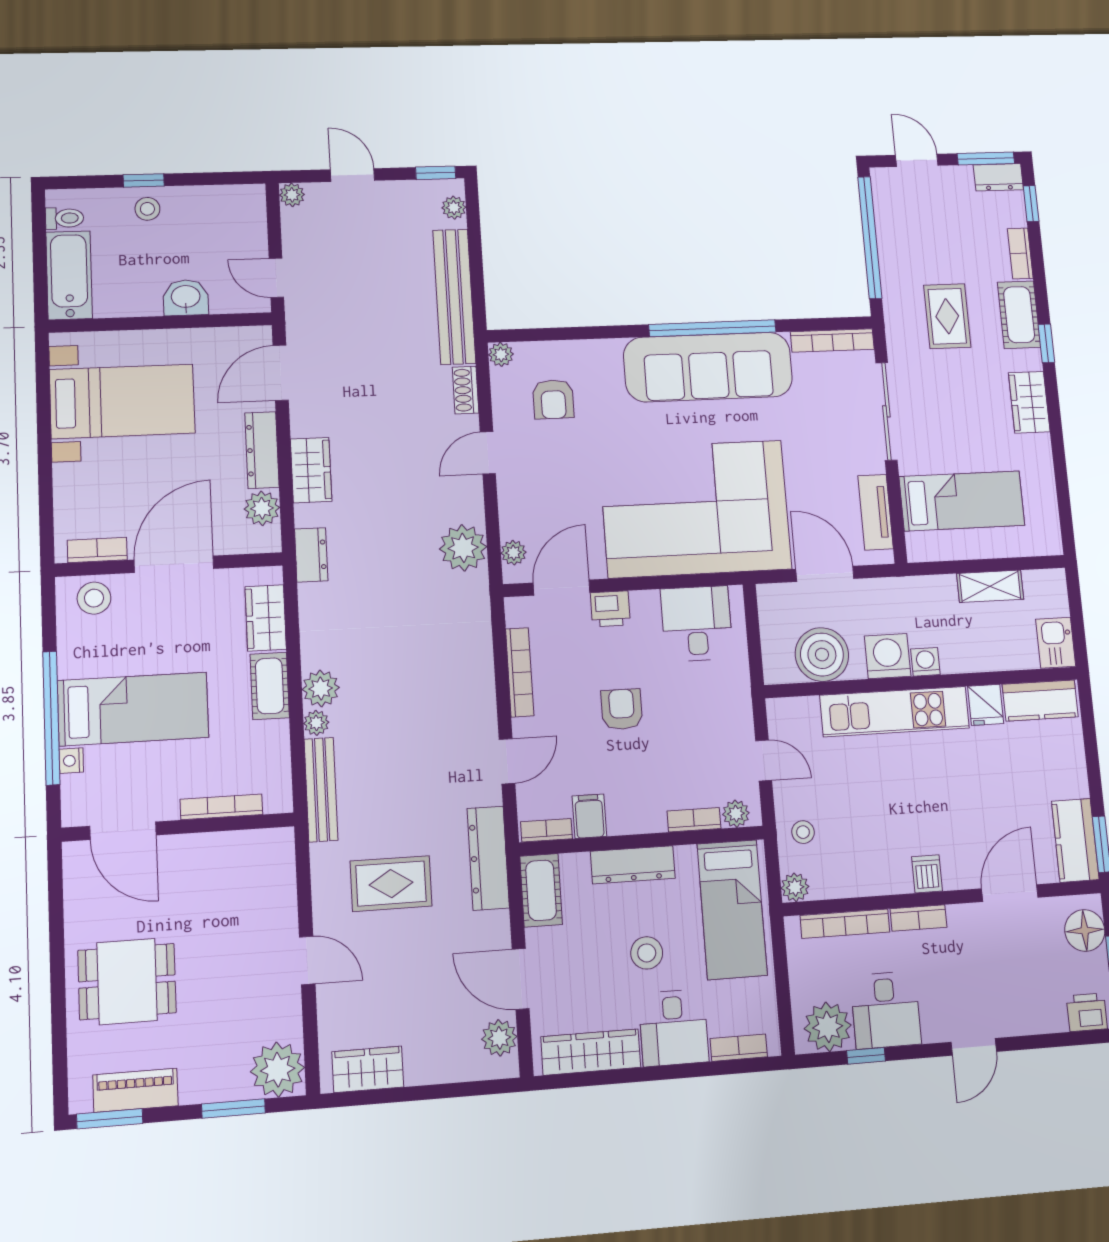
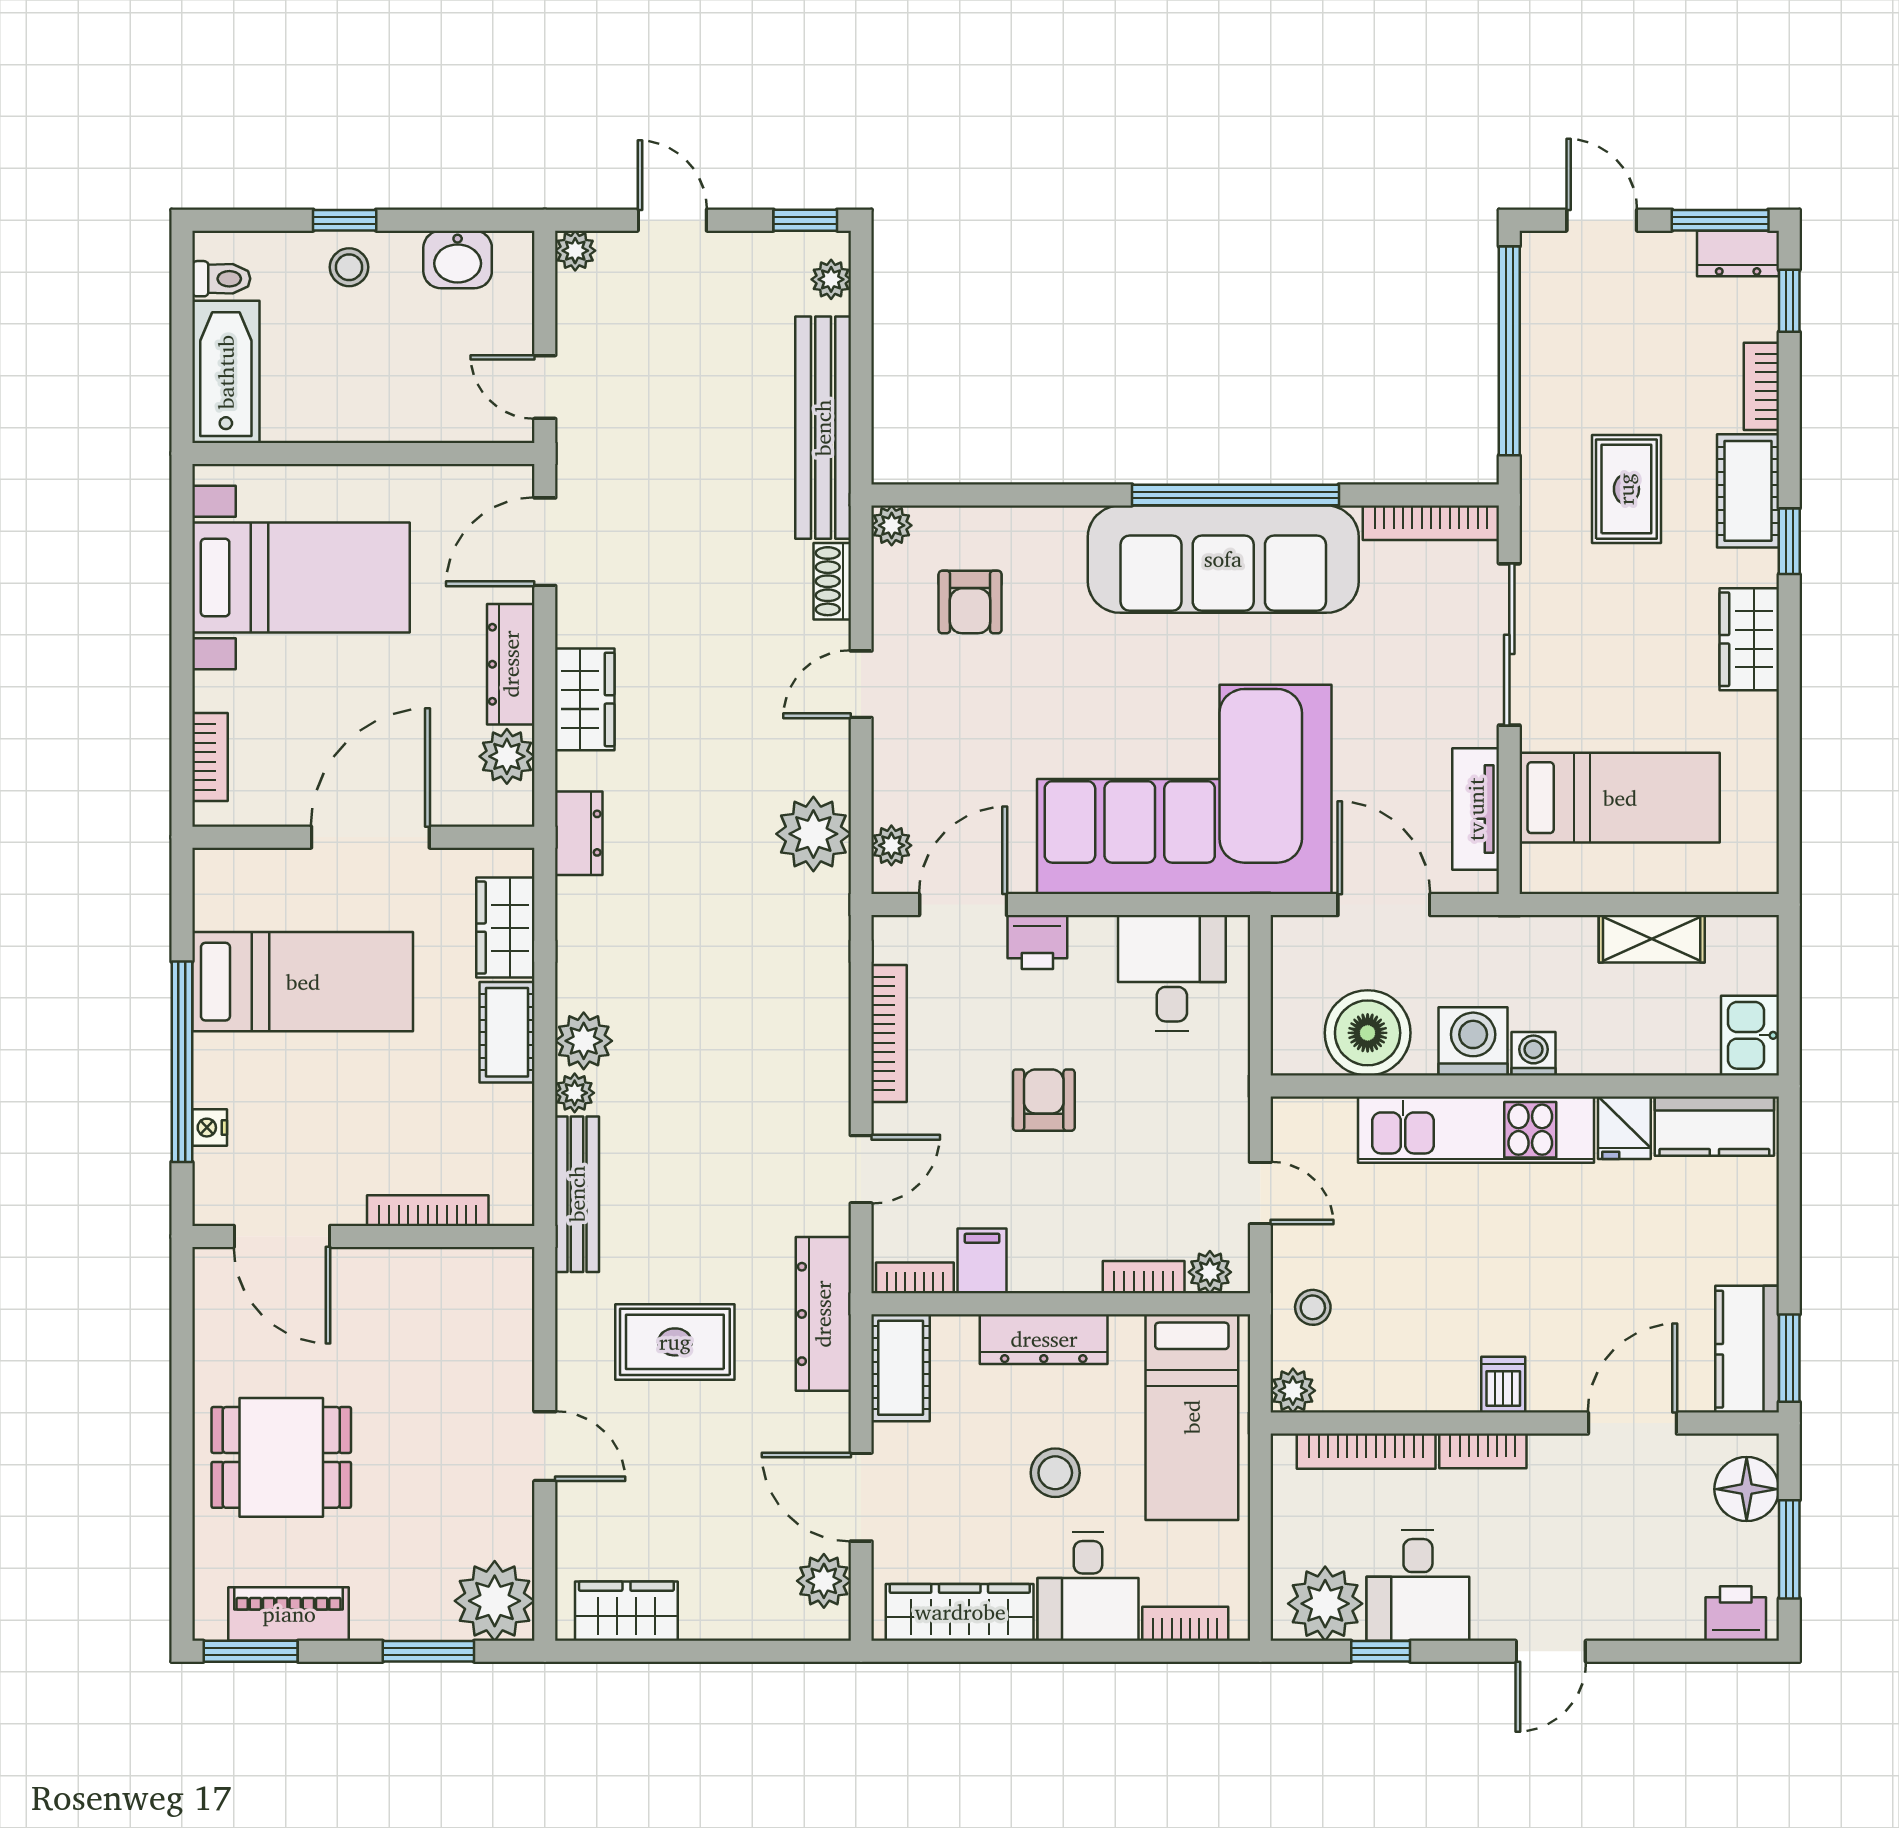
washbasin: (186, 298) -> (458, 259), moved, turned 180
bookcase: (97, 550) -> (210, 757), moved, turned 90
stool: (94, 598) -> (250, 883), removed
bed: (133, 709) -> (303, 982), moved

